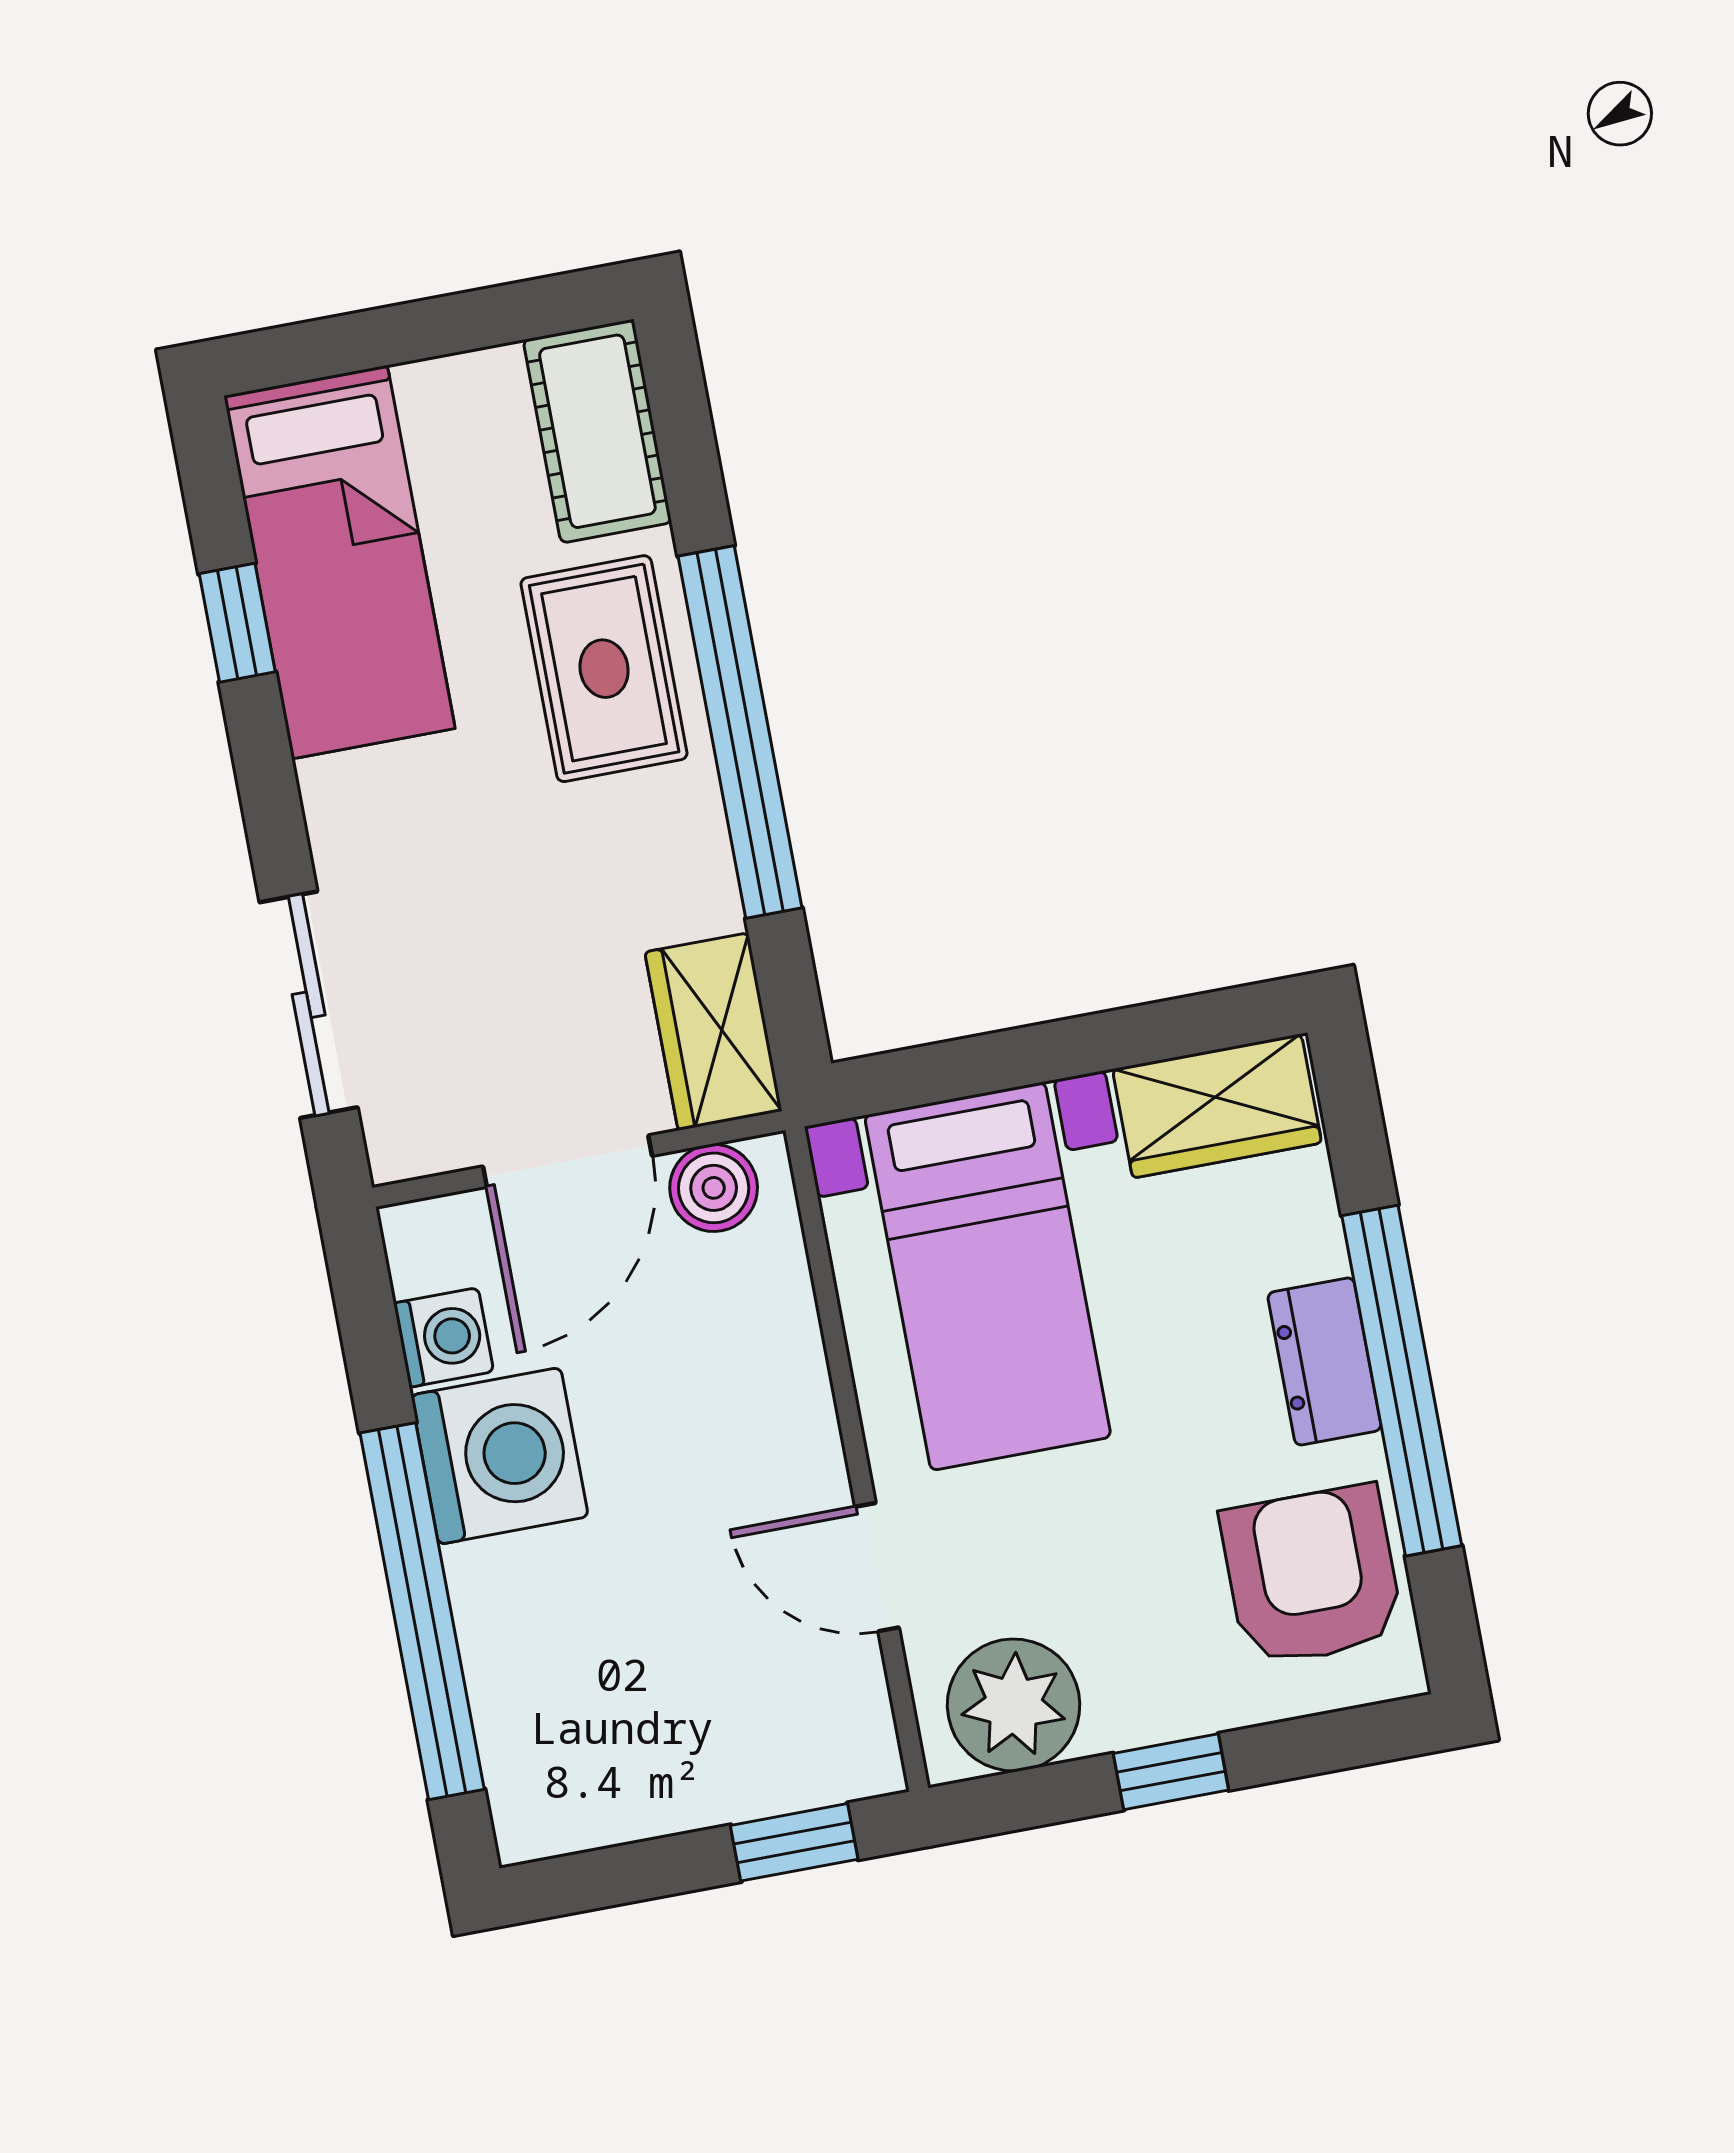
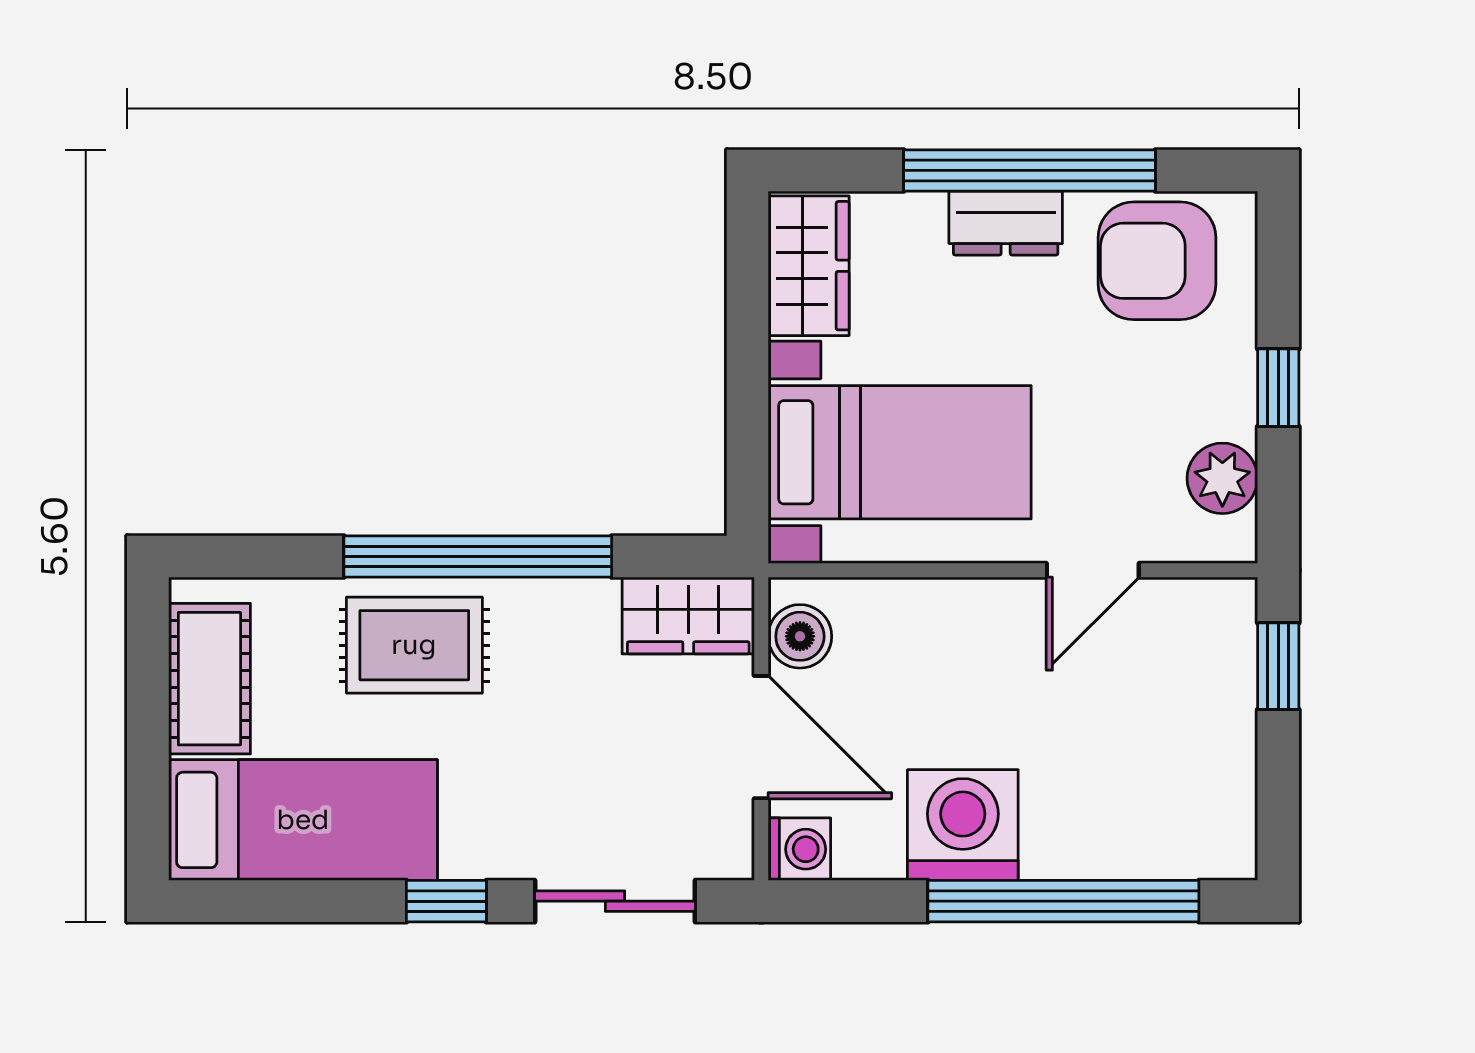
cot: (597, 431) -> (209, 679), moved, turned 90
window: (237, 623) -> (446, 901), moved
washing machine: (444, 1337) -> (799, 849), moved, turned 90
plant: (1014, 1705) -> (1222, 478), width x0.73, depth x0.73

